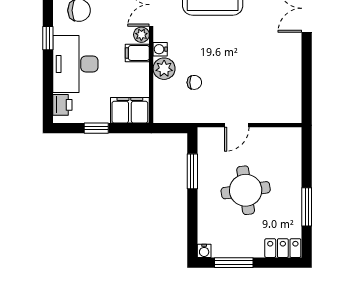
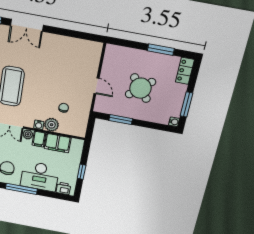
window: (48, 38) -> (21, 189), width x2.17
filing cabinet: (130, 110) -> (58, 143), moved, turned -90
round table: (246, 190) -> (140, 88), turned -32

